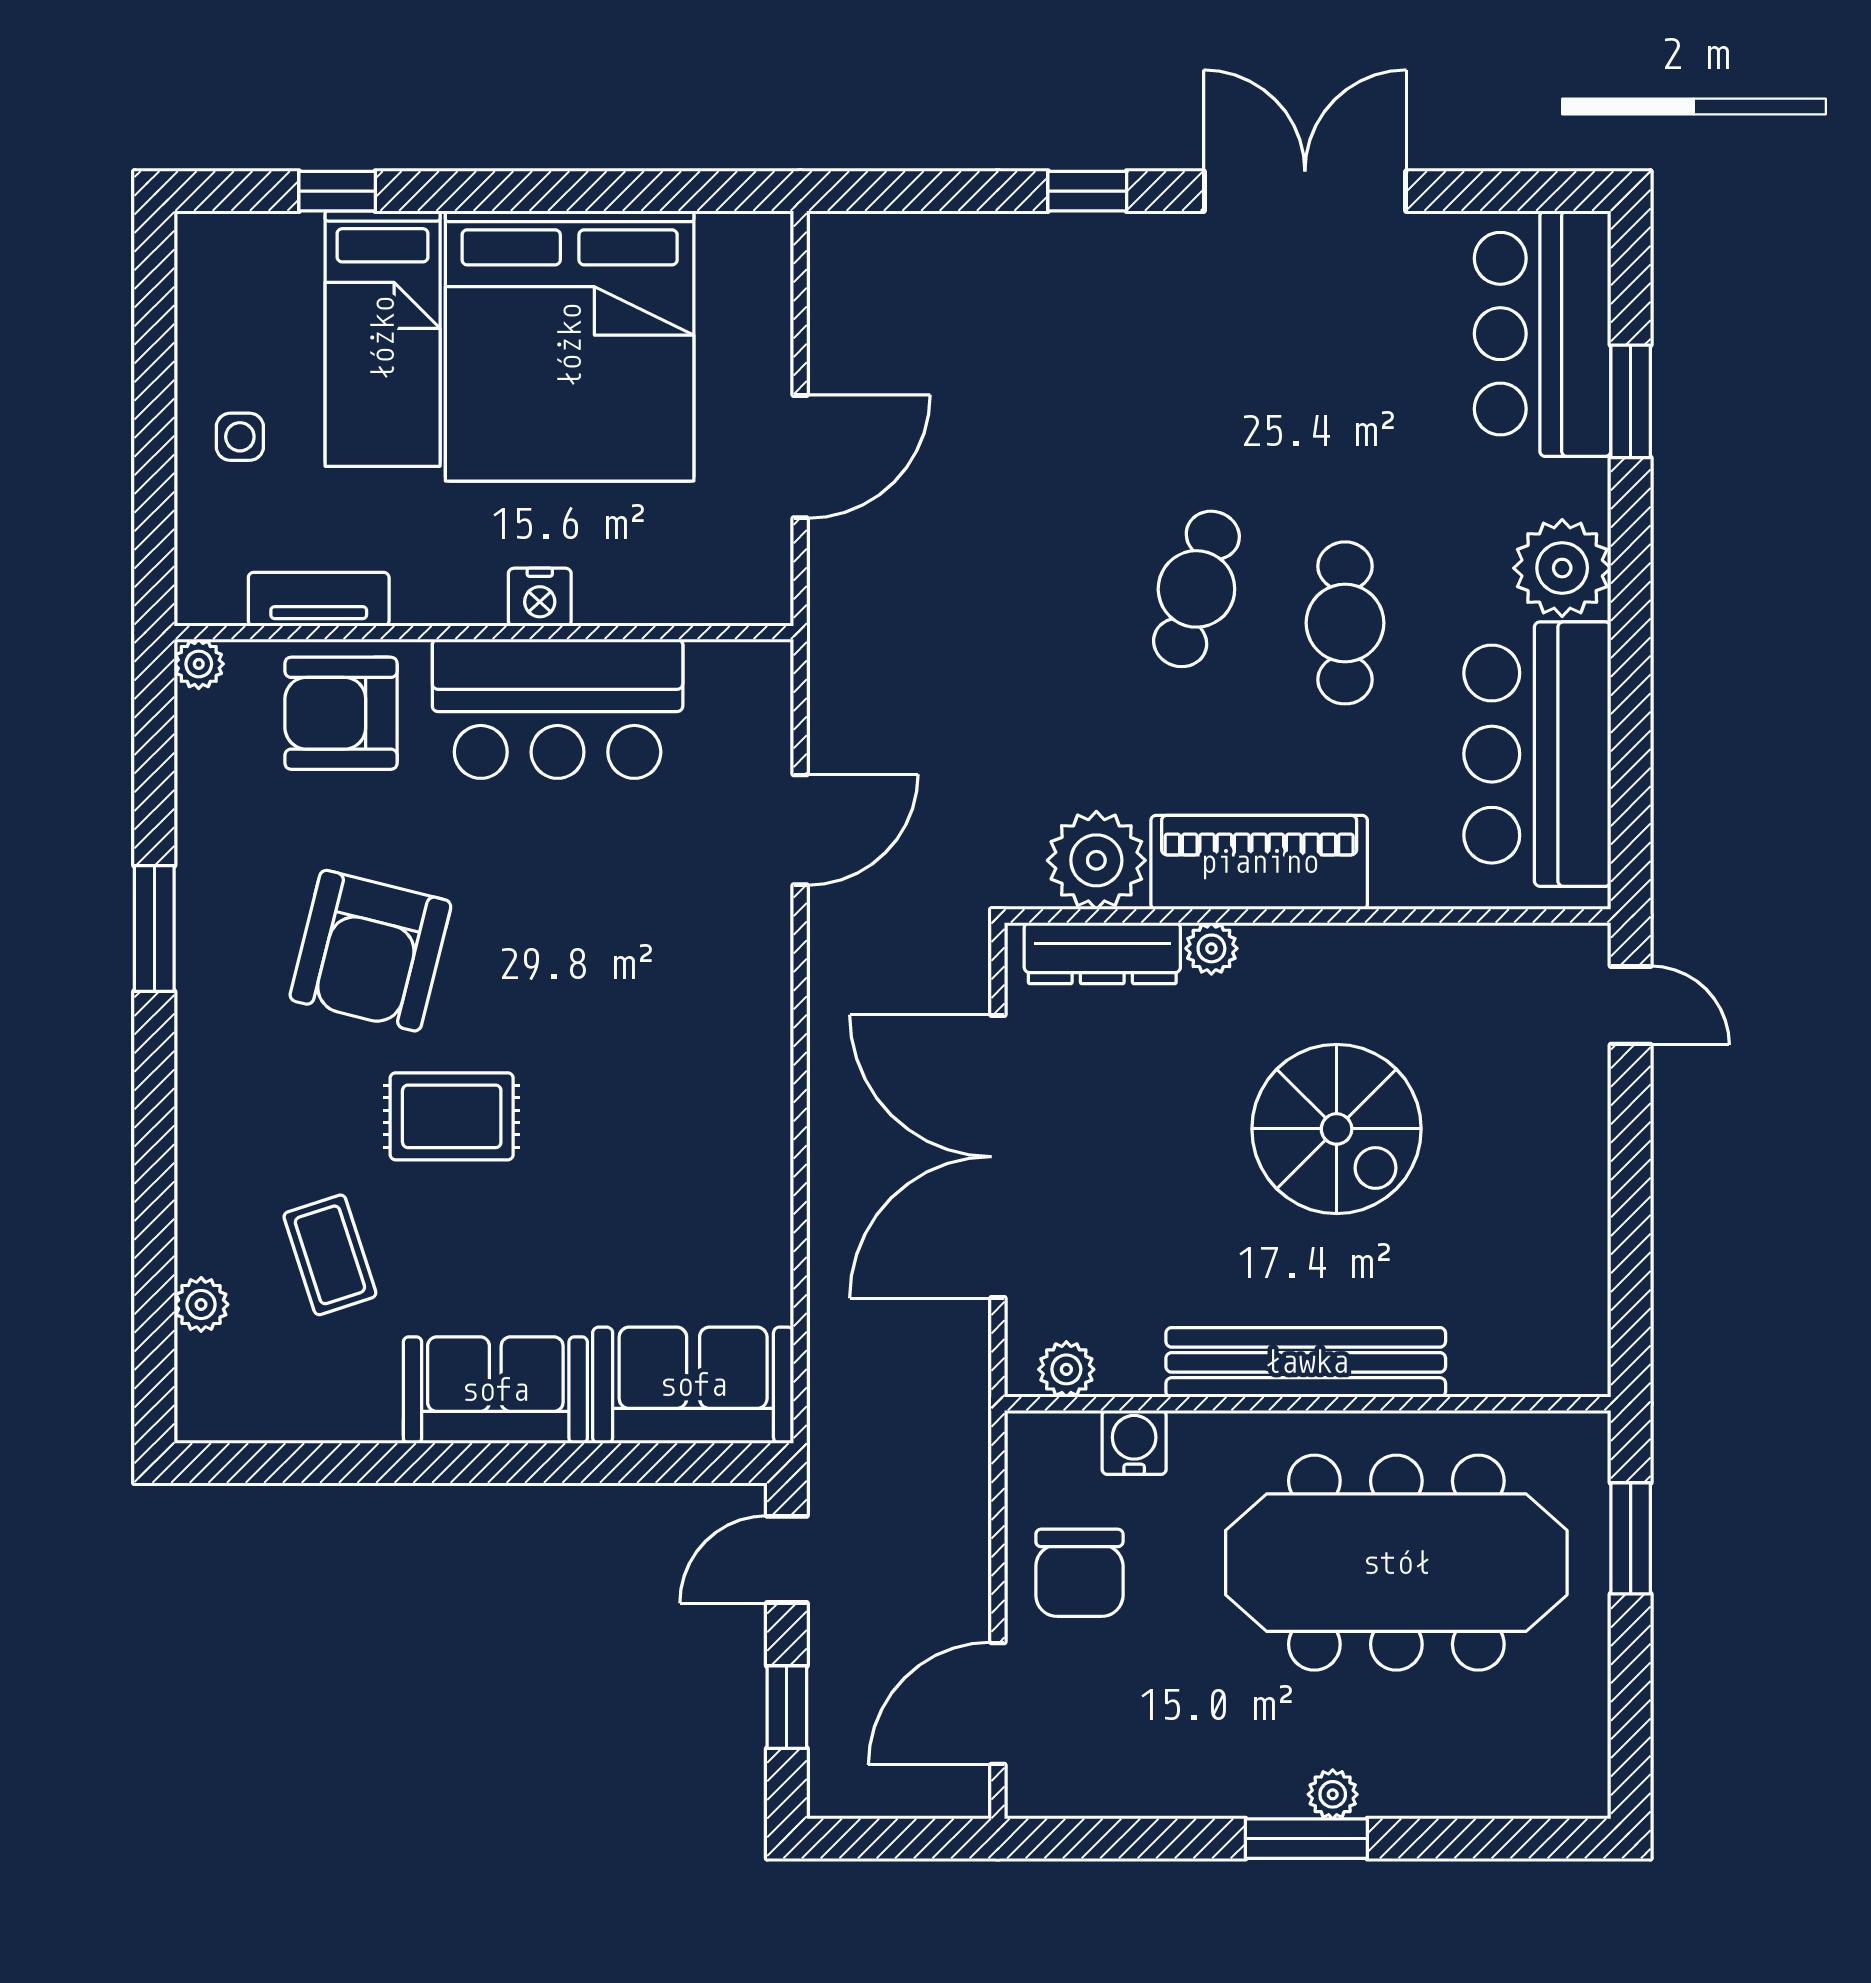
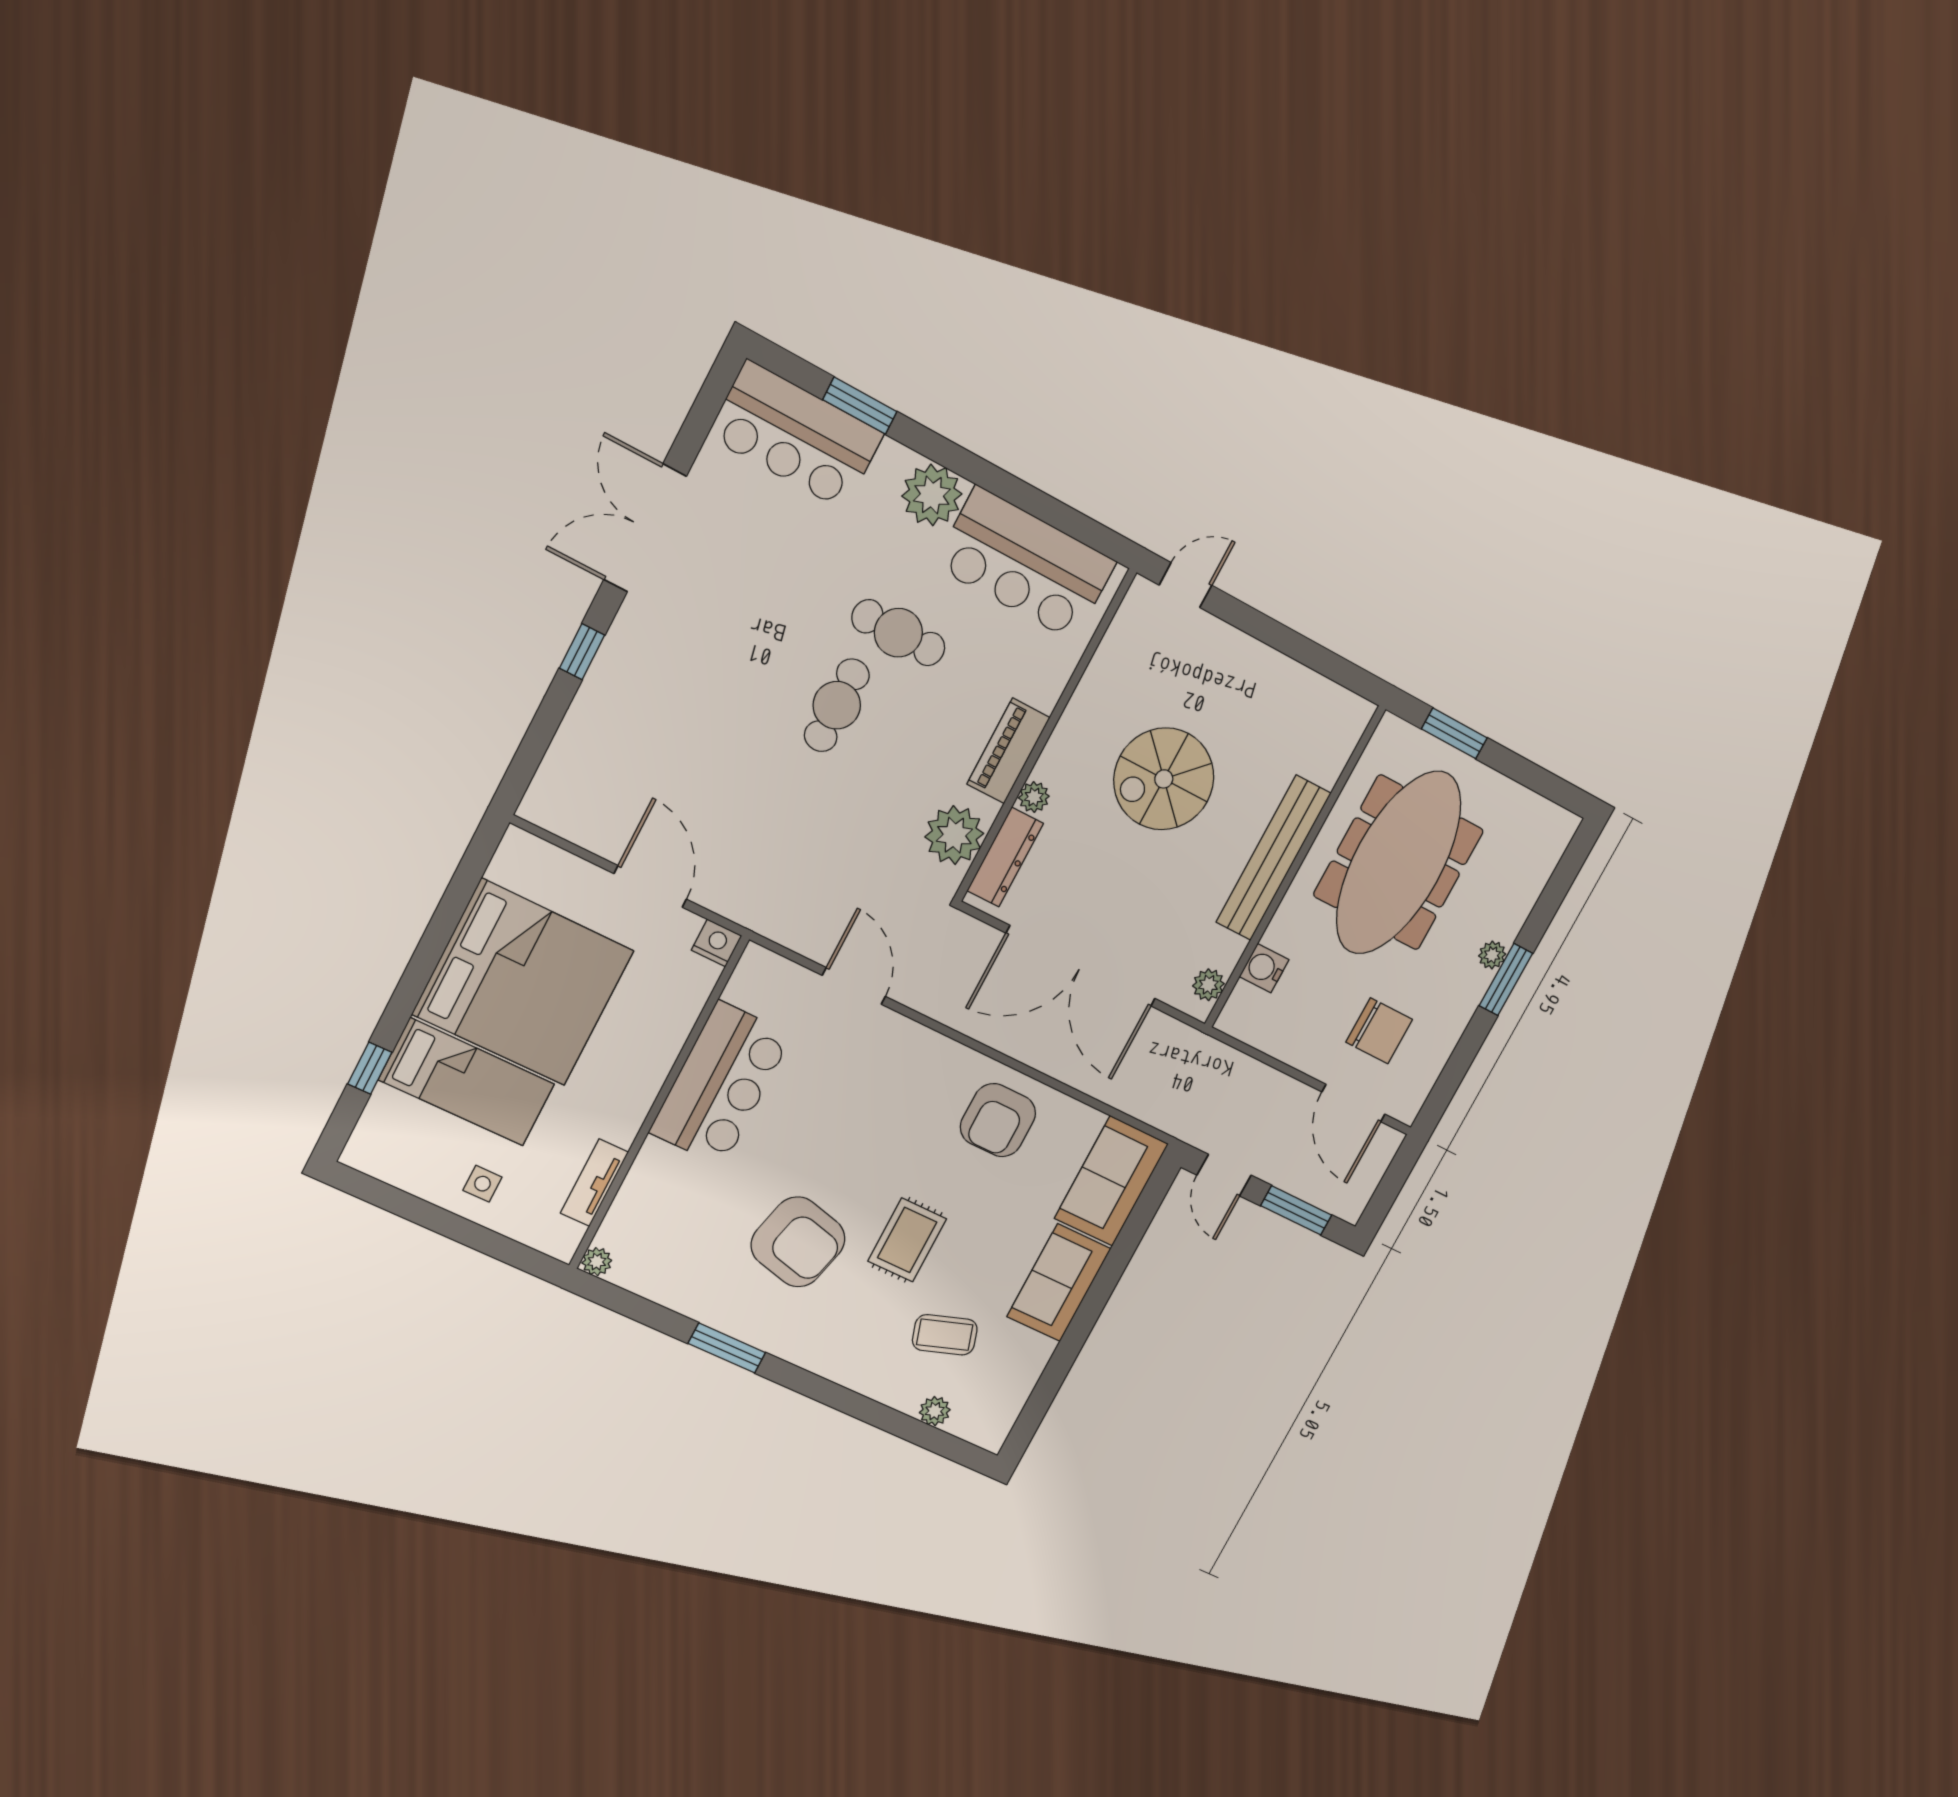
cafe table: (1196, 589) -> (837, 705), turned 73
nightstand: (540, 597) -> (717, 943), moved, turned -90
armchair: (341, 713) -> (998, 1120), moved
piano: (1259, 862) -> (1008, 751), width x0.73, depth x0.75
spiral stairs: (1337, 1129) -> (1164, 779), turned 180
chair: (1079, 1573) -> (1379, 1031), moved
window: (787, 1707) -> (1296, 1210), width x1.50

